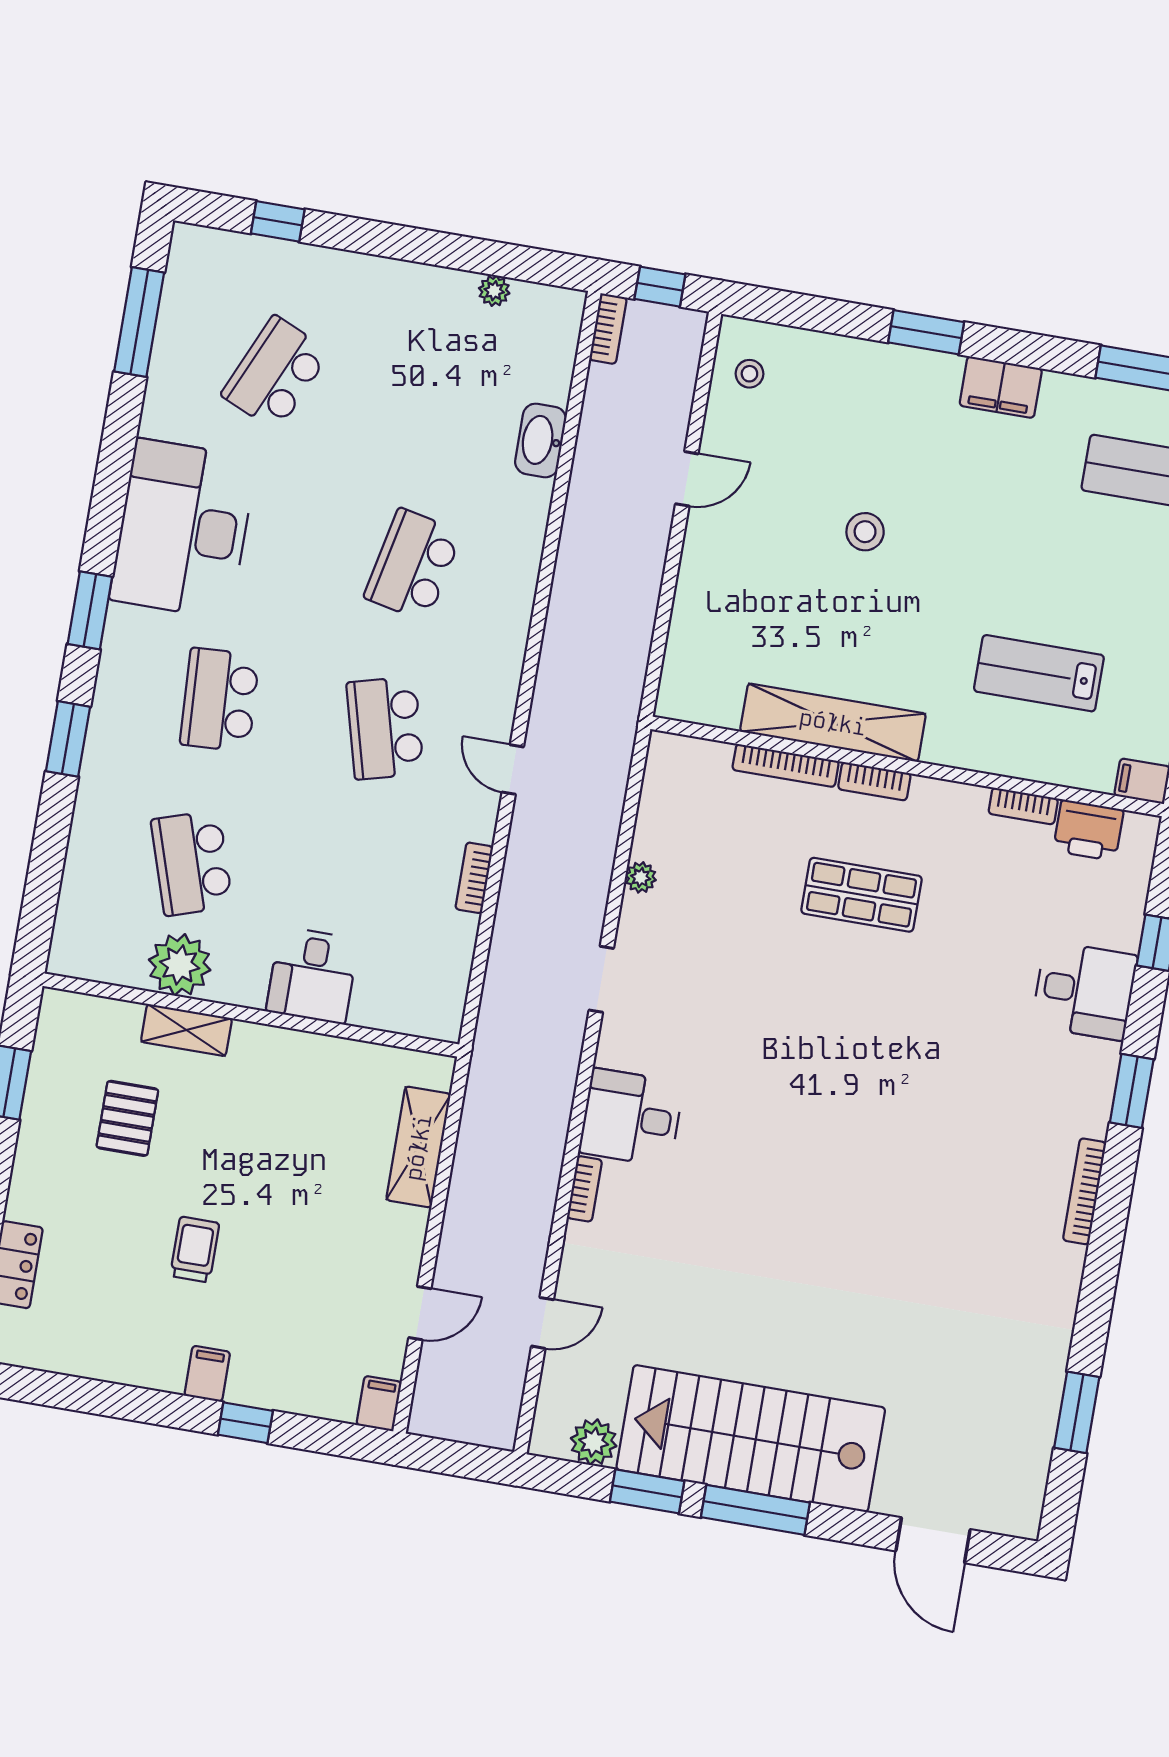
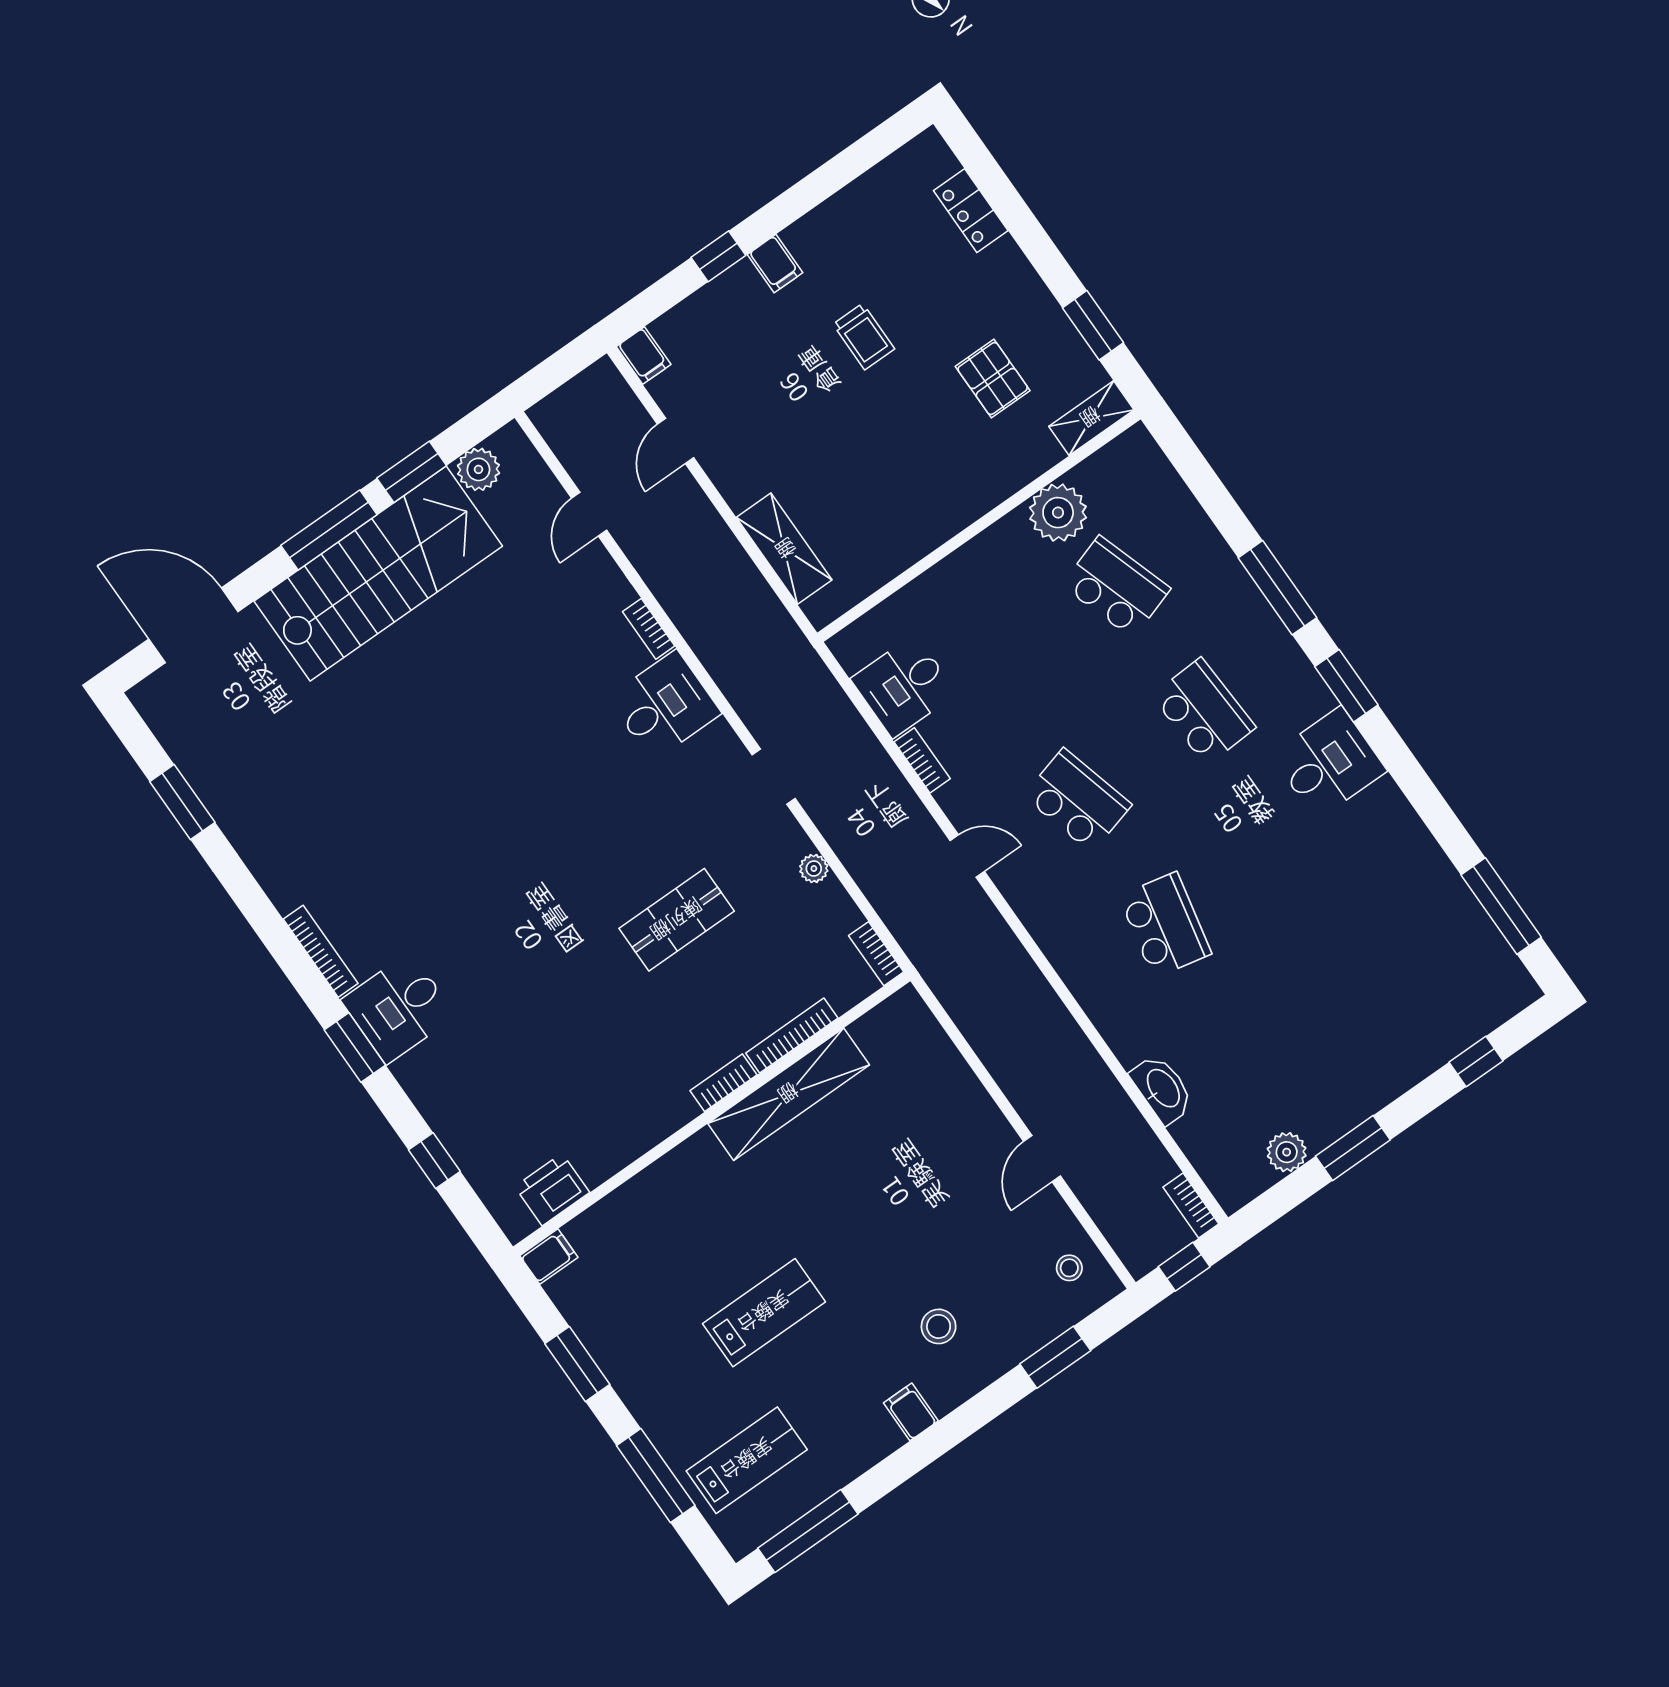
window: (439, 249) -> (1353, 1148), added
plant: (494, 291) -> (1287, 1152), width x1.38, depth x1.38
window: (926, 332) -> (1055, 1357), moved
school desk: (276, 373) -> (1379, 961), removed
filing cabinet: (1001, 387) -> (911, 1412), width x0.50
desk: (183, 529) -> (1329, 763), width x0.53, depth x0.77
stool: (865, 532) -> (939, 1326), moved
lab bench: (1039, 673) -> (764, 1313), moved
window: (68, 739) -> (1277, 588), width x1.44
bookcase: (1023, 806) -> (876, 954), moved, turned -90
shop shelf: (861, 895) -> (677, 920), moved
desk: (312, 975) -> (904, 686), moved, turned -90
desk: (1084, 991) -> (398, 1008), moved
shelving: (186, 1030) -> (1091, 418), moved
door: (933, 1540) -> (193, 625), width x1.36

